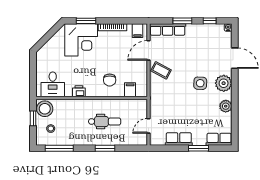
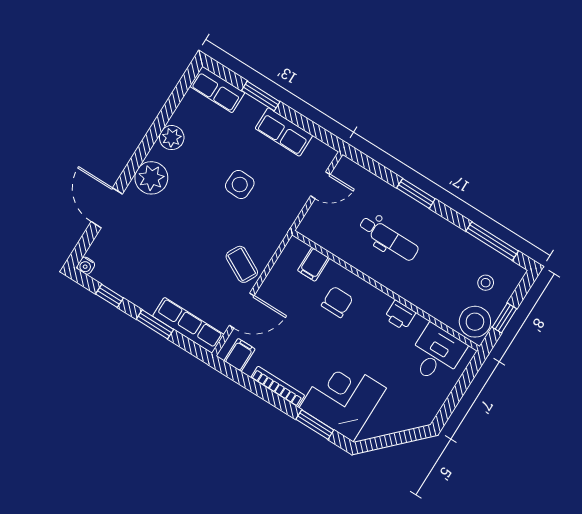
side table: (200, 83) -> (240, 185), moved
dental chair: (105, 121) -> (389, 238), turned 180

